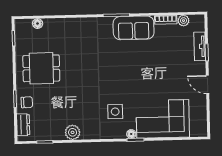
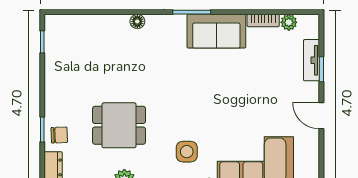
floor lamp: (38, 24) -> (137, 21), moved
dining table: (41, 68) -> (119, 125), moved

